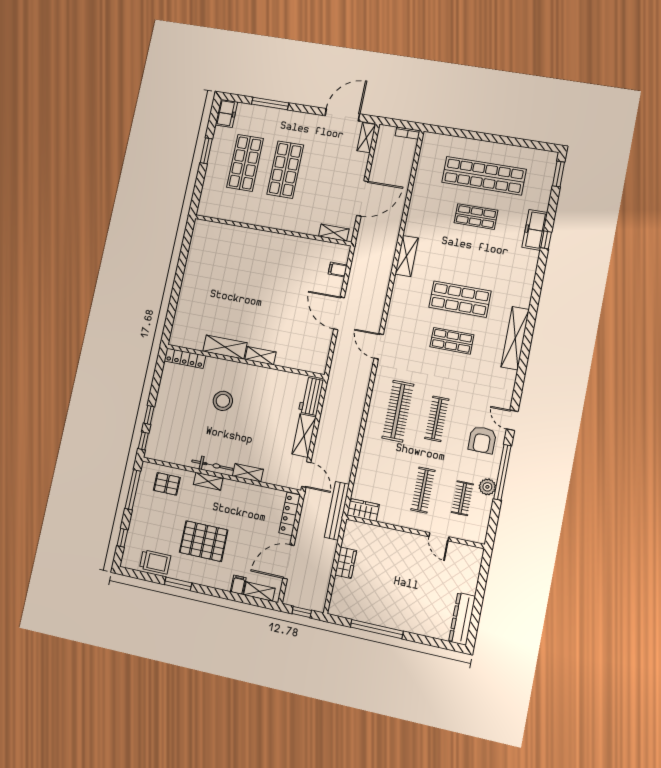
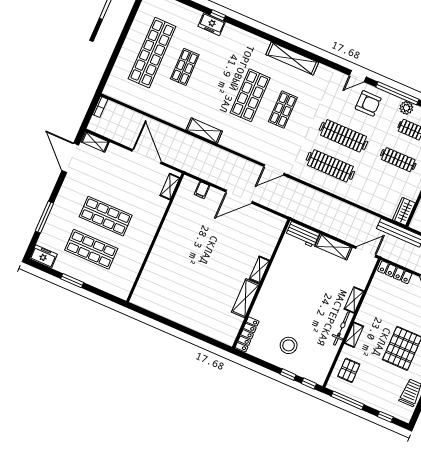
freezer: (535, 230) -> (212, 24), width x0.71
stool: (223, 401) -> (289, 345), moved
clothes rail: (437, 419) -> (343, 136), width x1.37, depth x1.31

